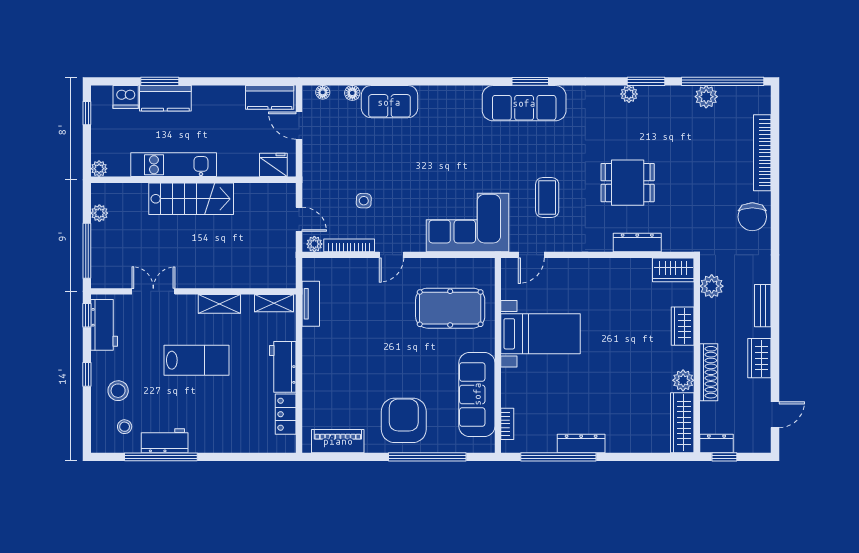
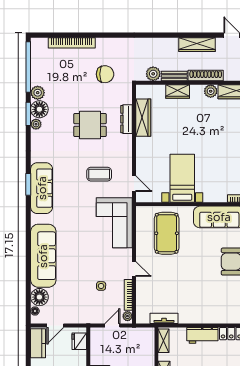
floor lamp: (352, 93) -> (39, 297), width x1.89, depth x1.89
plant: (706, 97) -> (38, 93), moved
floor lamp: (653, 100) -> (39, 109), added
sofa: (389, 102) -> (43, 256), width x1.85, depth x1.27
dining table: (628, 183) -> (90, 125), turned 90
chair: (752, 217) -> (105, 74), moved
wardrobe: (673, 270) -> (143, 118), moved, width x1.50
bench: (763, 306) -> (174, 76), moved
wardrobe: (759, 358) -> (197, 45), width x1.50

